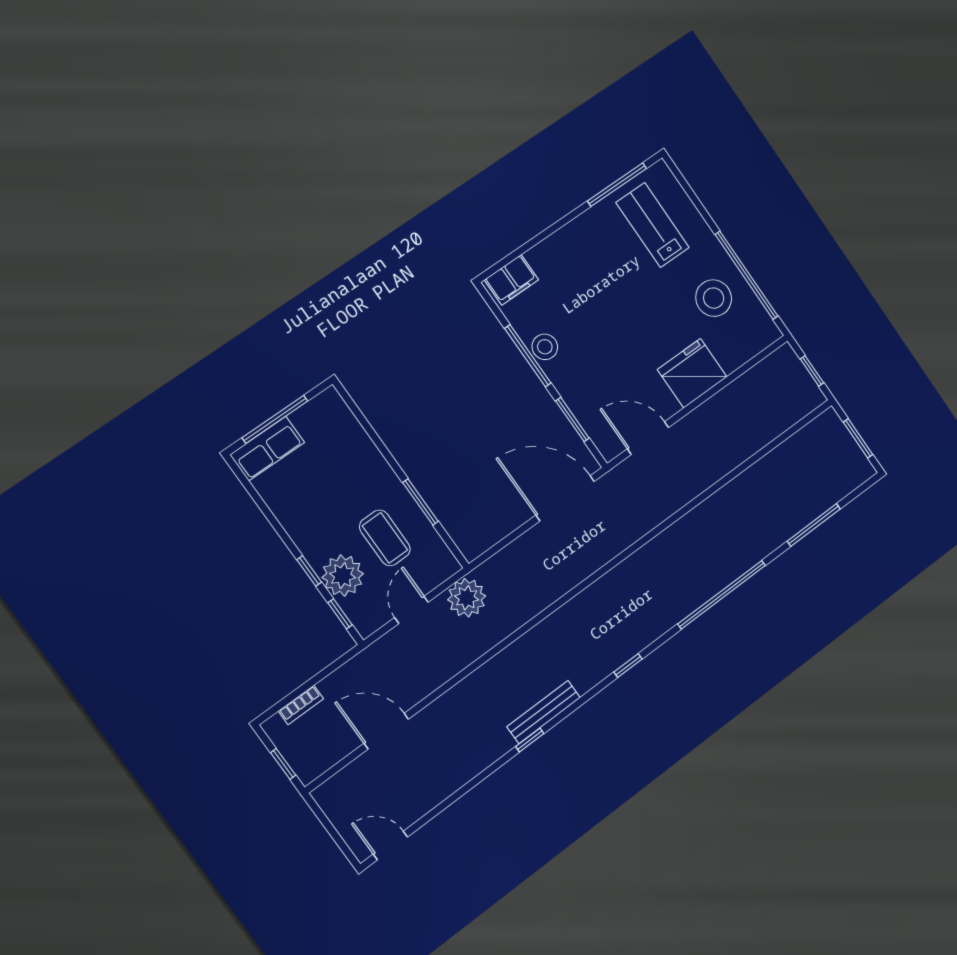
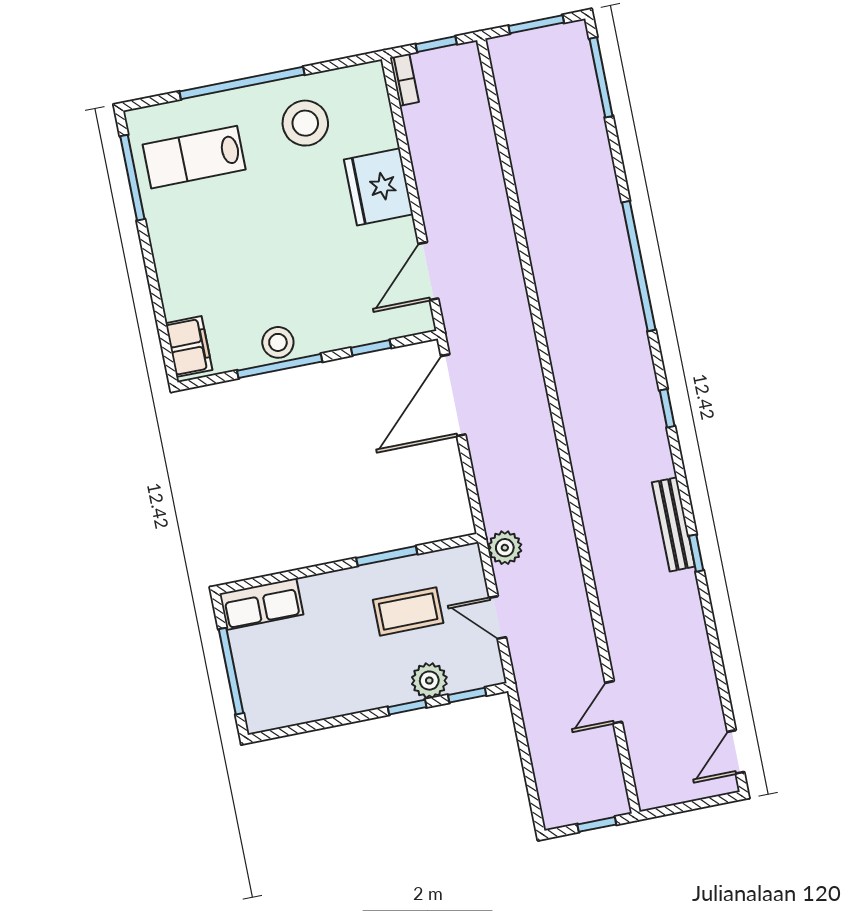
window: (747, 275) -> (242, 83), moved
window: (572, 420) -> (371, 348), width x0.67
row of seats: (267, 449) -> (261, 604), moved, turned 90
window: (814, 525) -> (601, 77), moved
plant: (343, 576) -> (429, 681), width x0.73, depth x0.73
plant: (467, 598) -> (505, 548), width x0.73, depth x0.73
bookcase: (301, 705) -> (404, 80), moved
door: (386, 731) -> (614, 702), width x0.73

